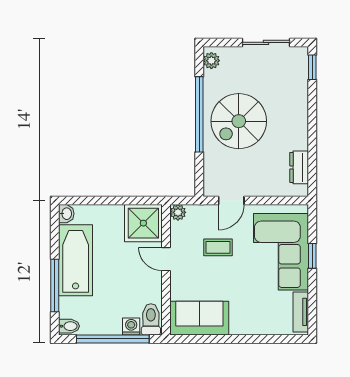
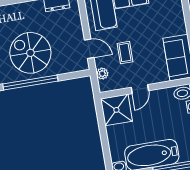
spiral stairs: (239, 121) -> (30, 53), turned 180
plant: (178, 212) -> (102, 74), moved

